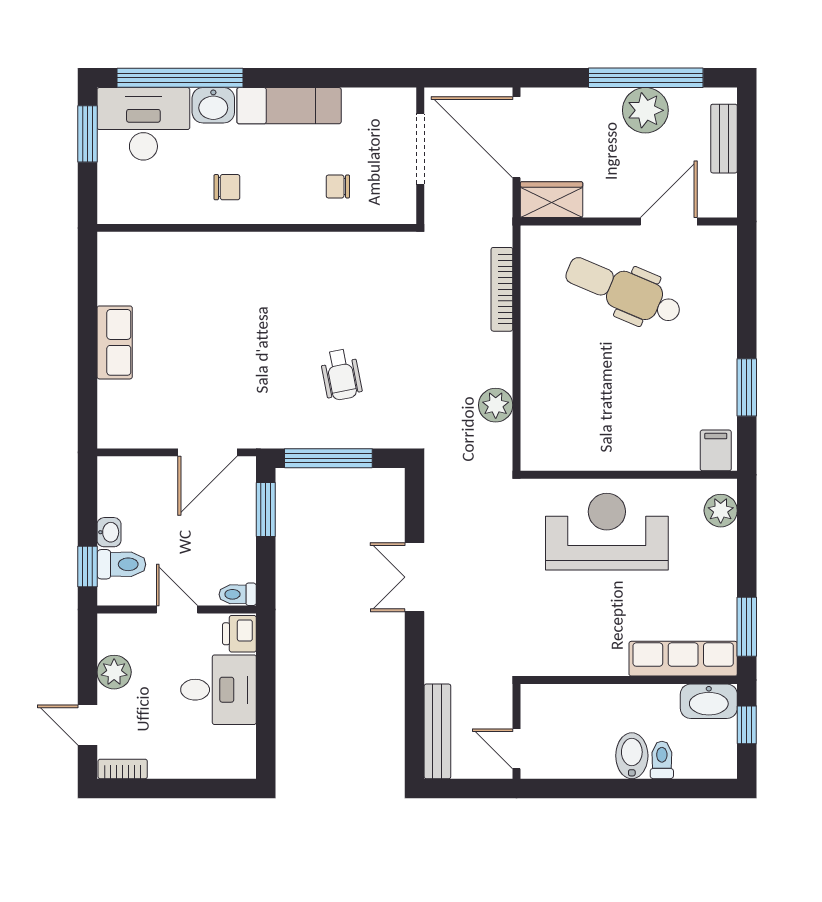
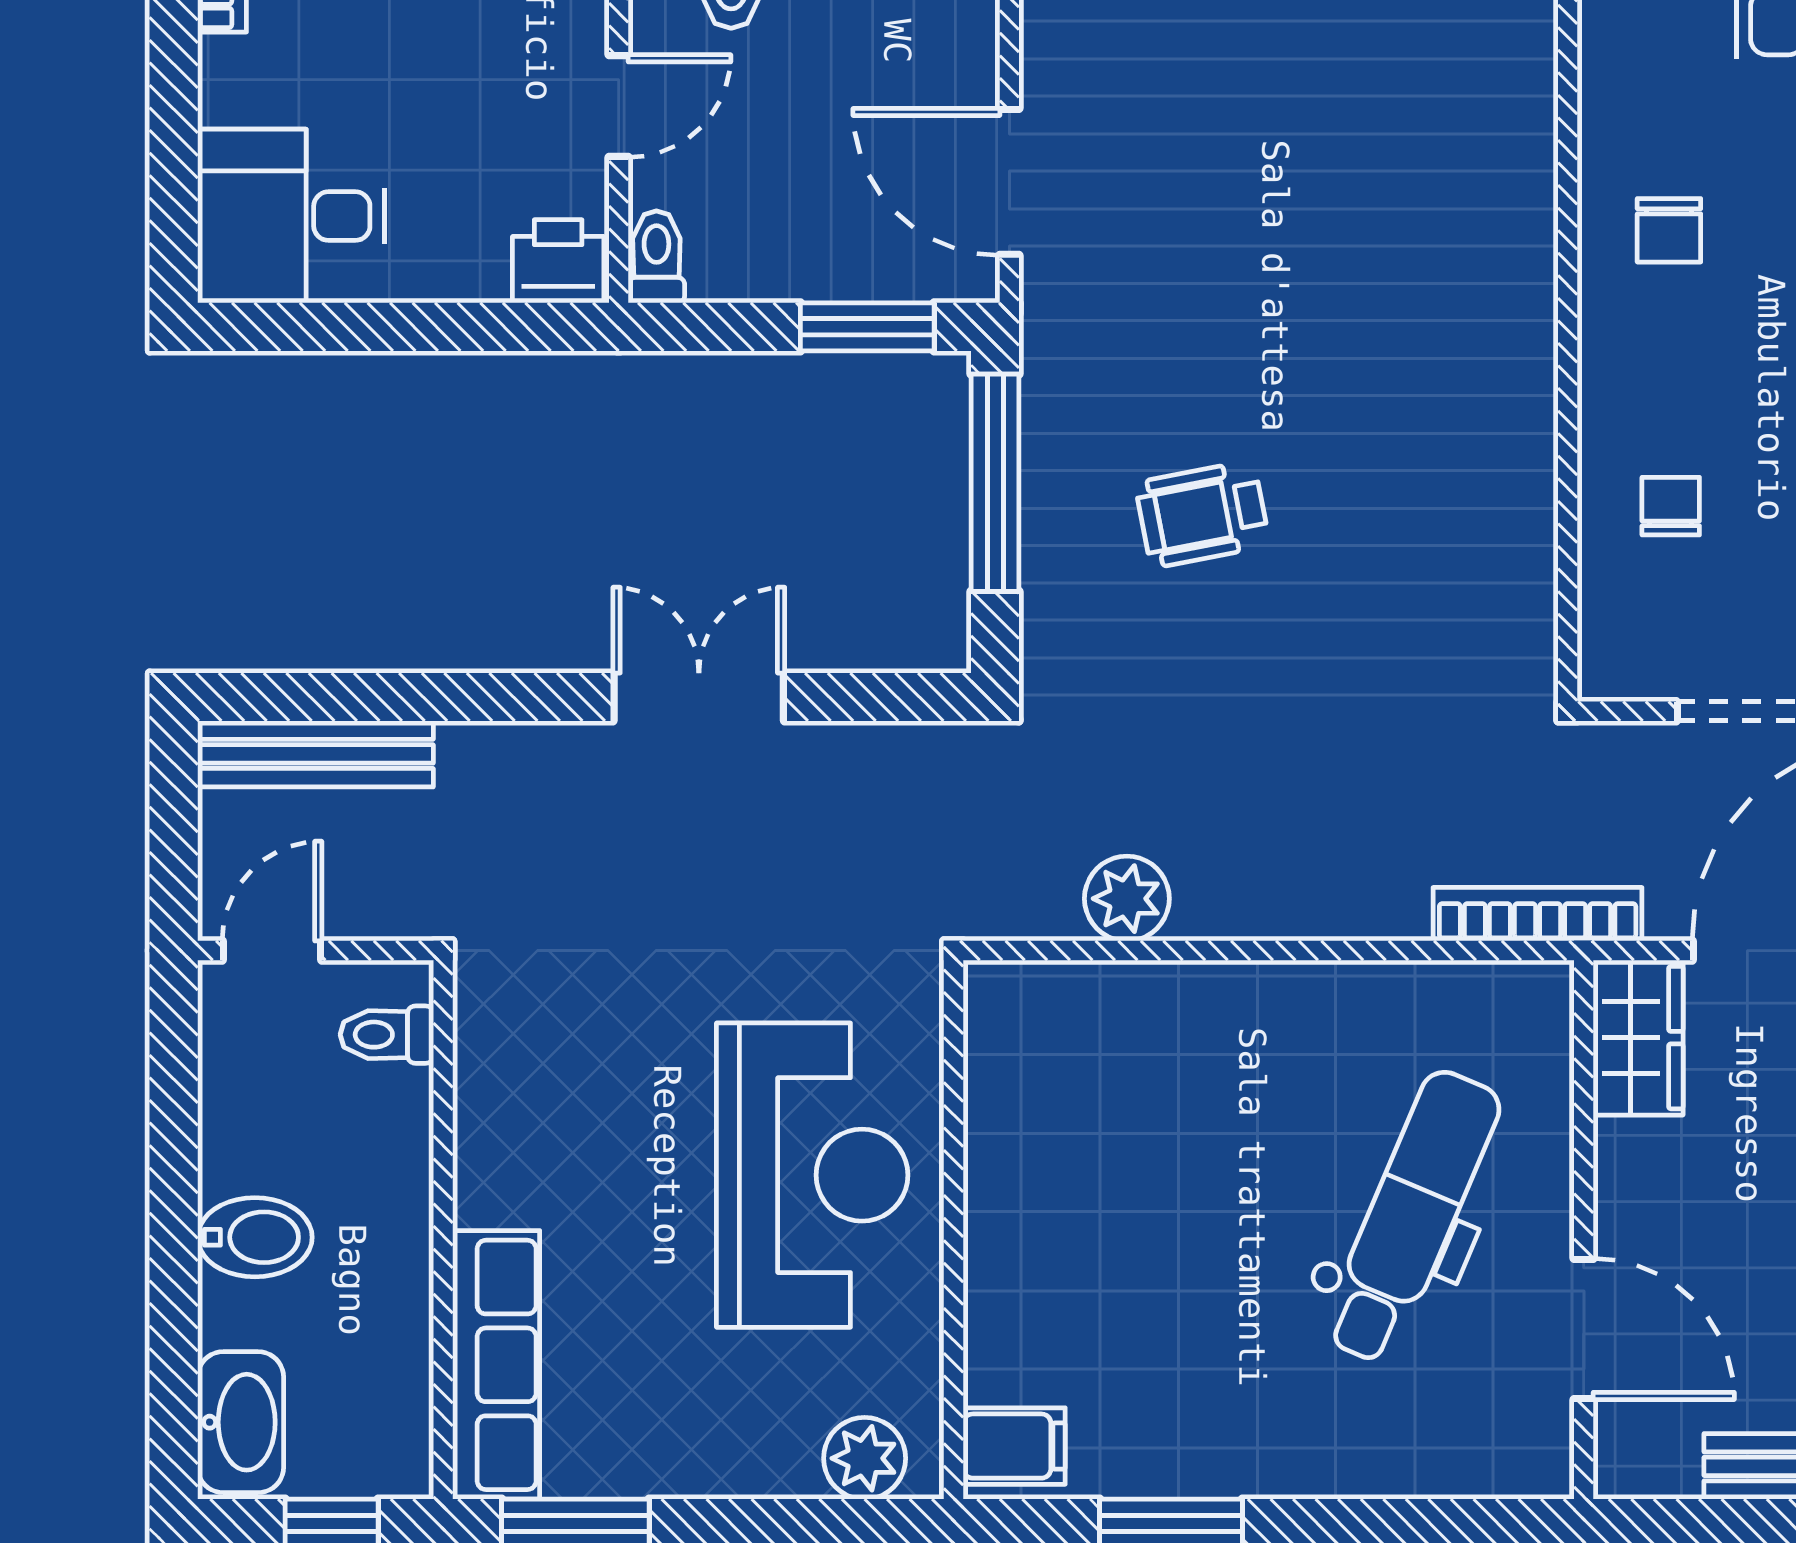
bookcase: (502, 289) -> (1538, 914), moved
desk: (218, 690) -> (291, 216), moved, turned 90
washbasin: (709, 701) -> (241, 1422), moved, turned 180
toilet: (662, 760) -> (387, 1035), moved, turned 180

